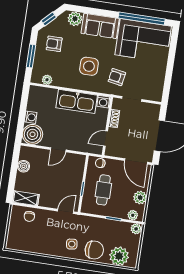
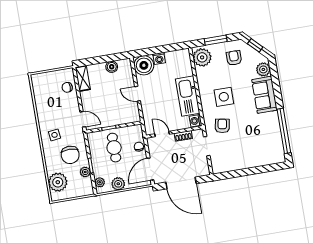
corner sofa: (143, 41) -> (264, 139), removed
plant: (47, 80) -> (202, 57), width x1.87, depth x1.87
chair: (100, 163) -> (139, 147), moved
cafe table: (103, 190) -> (114, 148), turned 90
plant: (136, 229) -> (85, 172), moved
chair: (94, 250) -> (70, 155), moved

